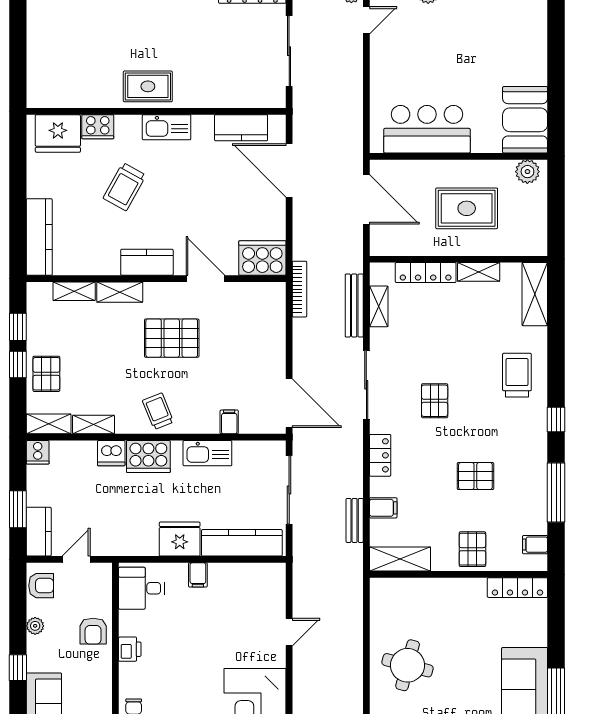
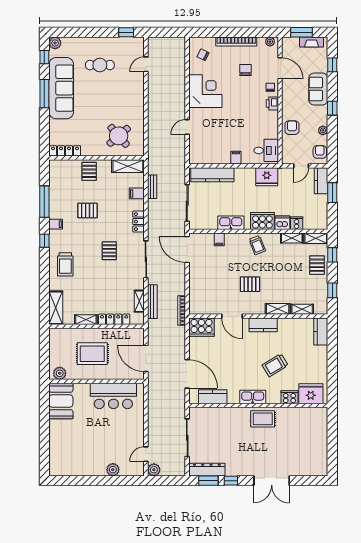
trolley: (125, 187) -> (275, 365), turned -150
kitchen counter: (39, 237) -> (321, 332), width x0.67
pallet: (172, 338) -> (250, 284), width x0.67, depth x0.71
window: (18, 365) -> (332, 255), moved
cooker: (38, 452) -> (297, 223), moved
fridge: (180, 539) -> (267, 177), moved
filing cabinet: (535, 545) -> (56, 224), moved
armchair: (41, 586) -> (320, 152), turned 90
printer: (130, 649) -> (272, 103), moved
round table: (408, 665) -> (119, 136), moved, turned 34

